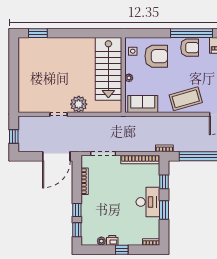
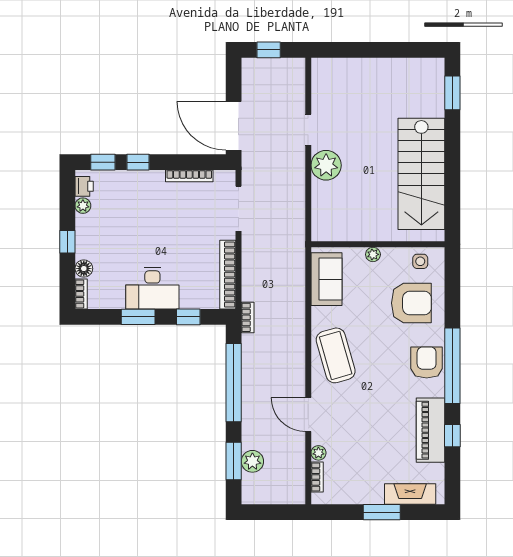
armchair: (190, 48) -> (427, 362), turned 180
armchair: (156, 56) -> (411, 303), turned -90
stairs: (108, 69) -> (421, 174), moved, turned -90
printer: (112, 240) -> (84, 186), moved
floor lamp: (137, 241) -> (84, 269), added

